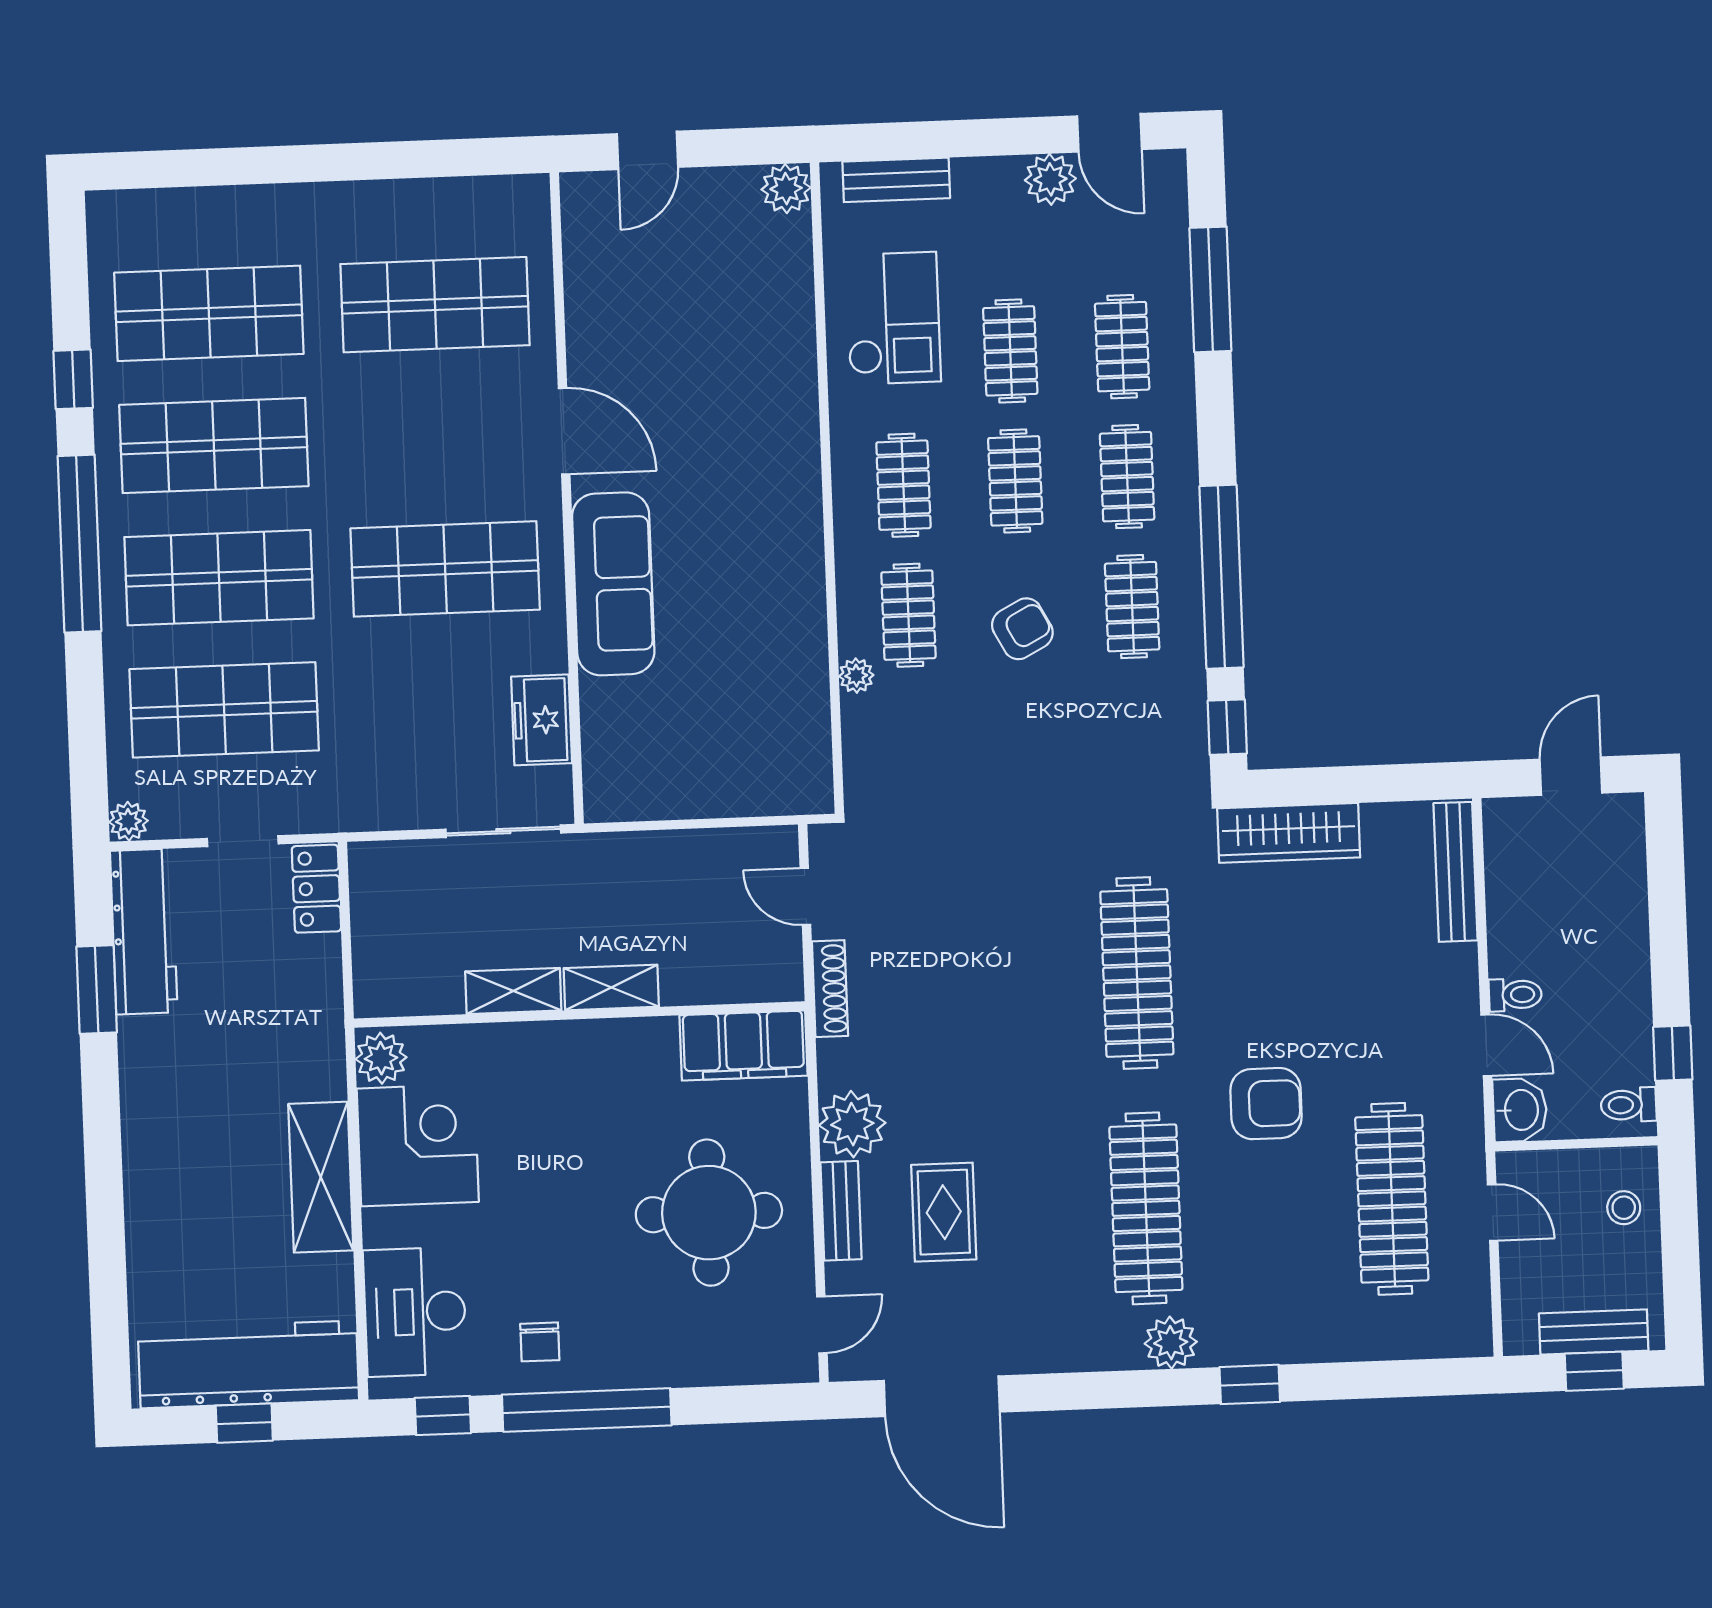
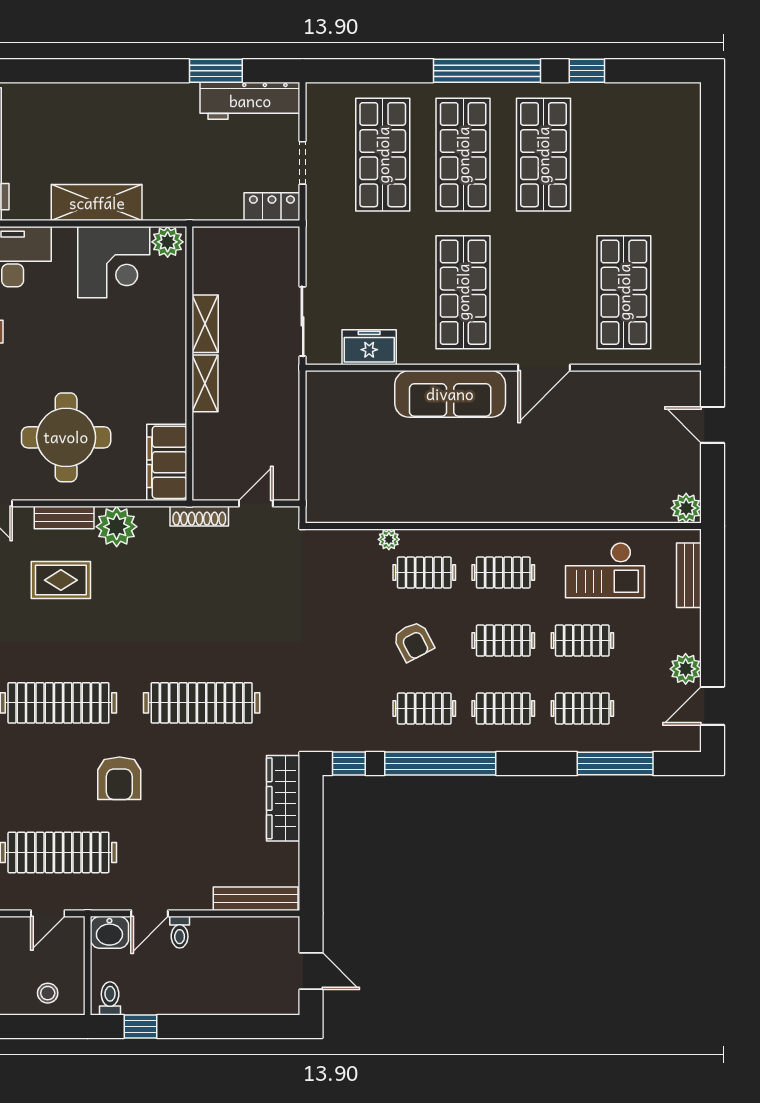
shop shelf: (209, 313) -> (624, 155), removed
plant: (128, 821) -> (317, 94), removed

